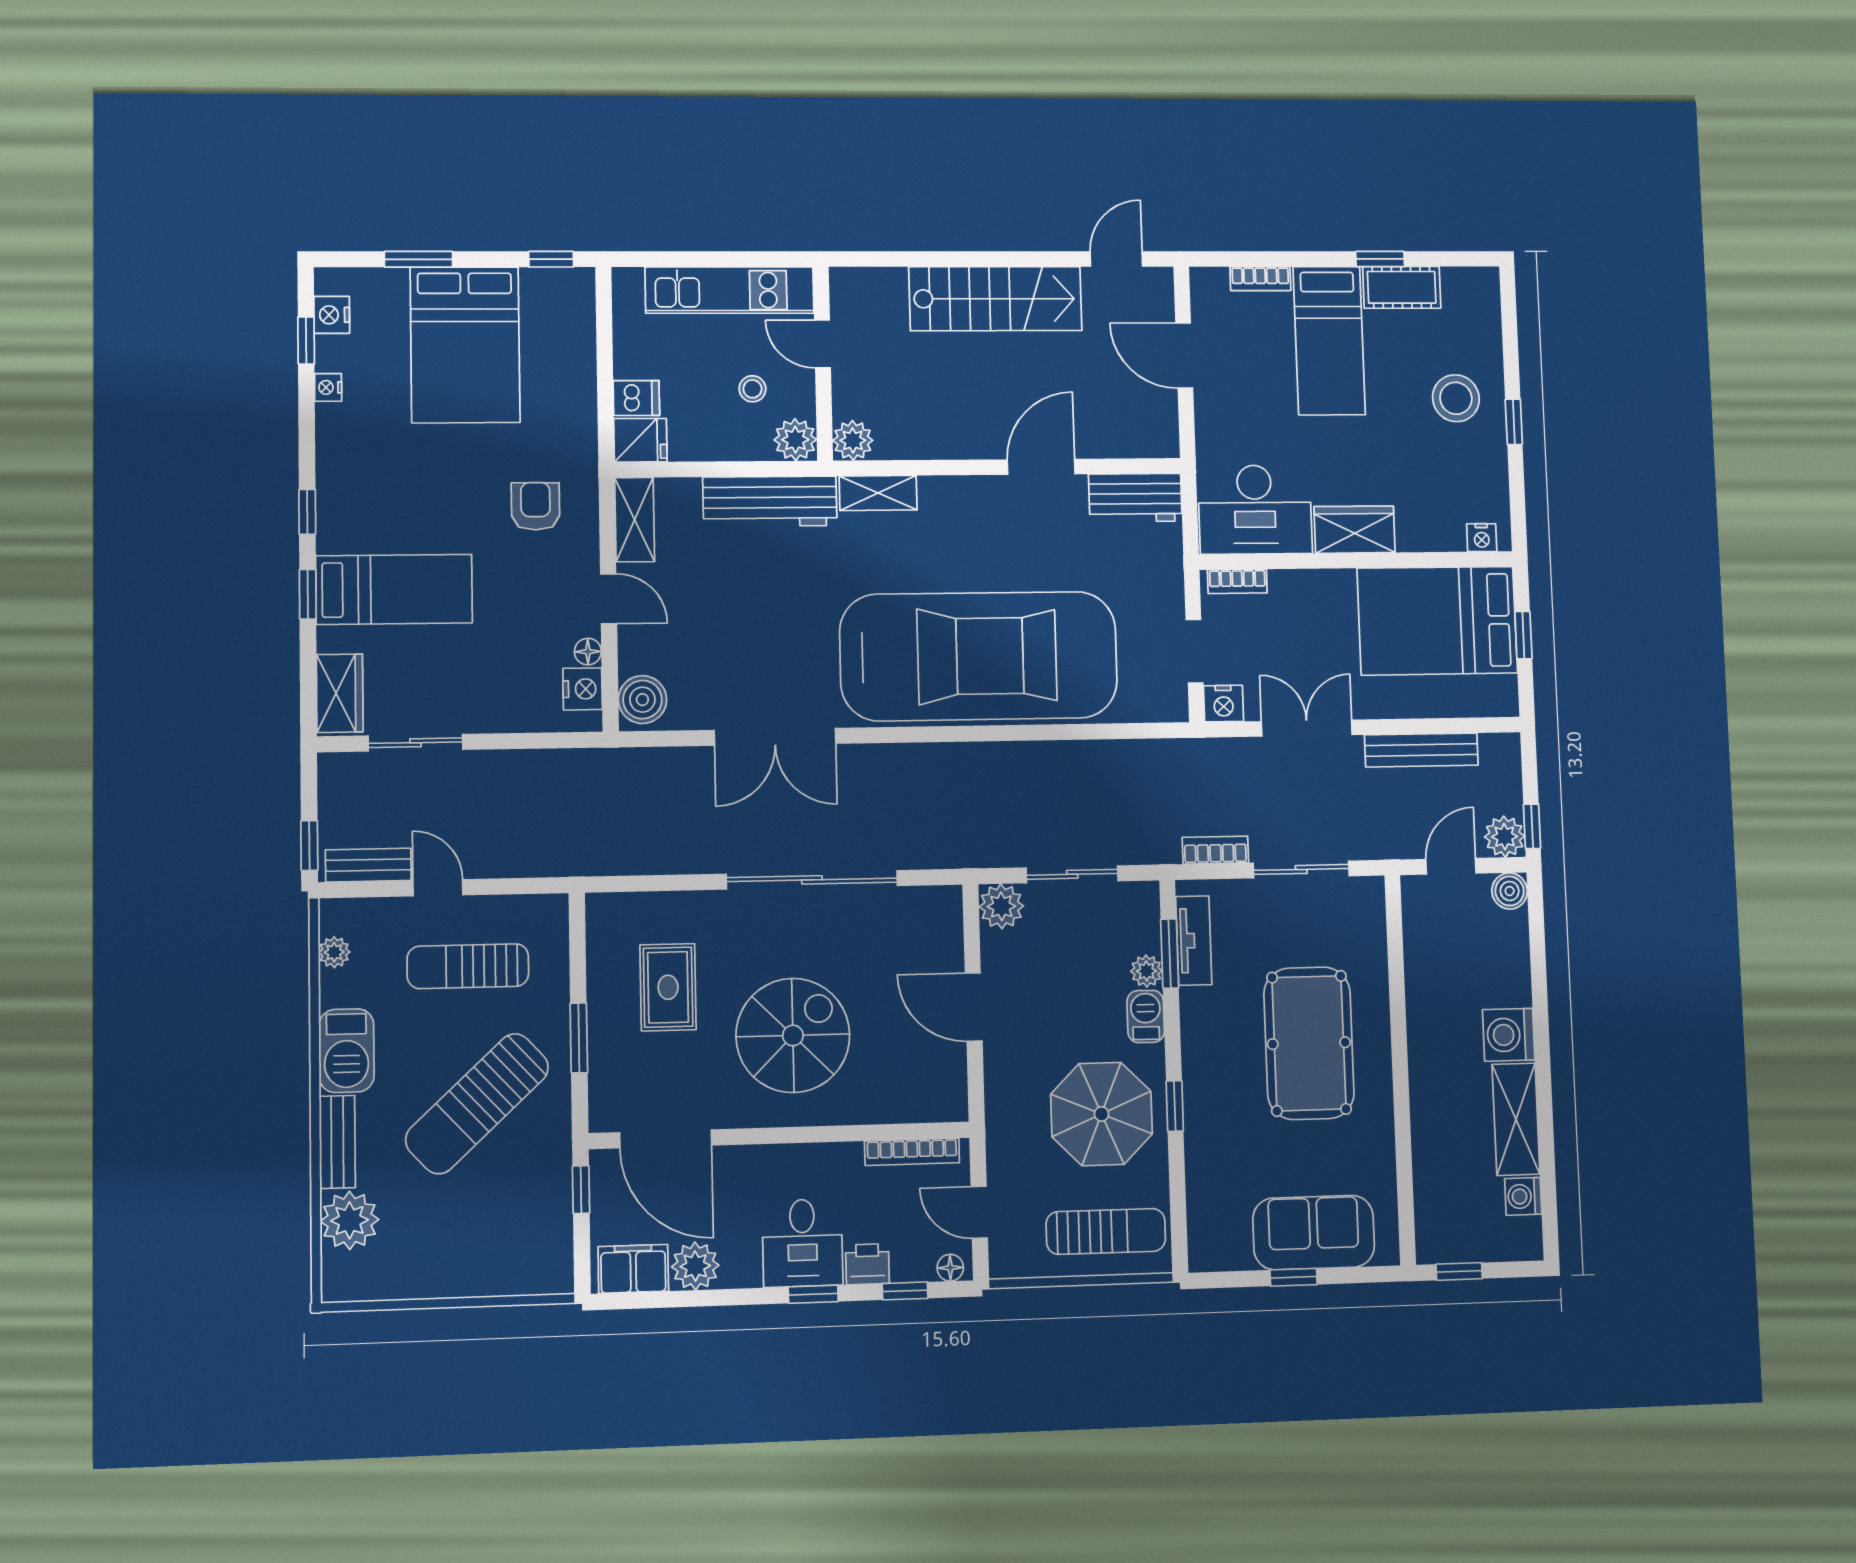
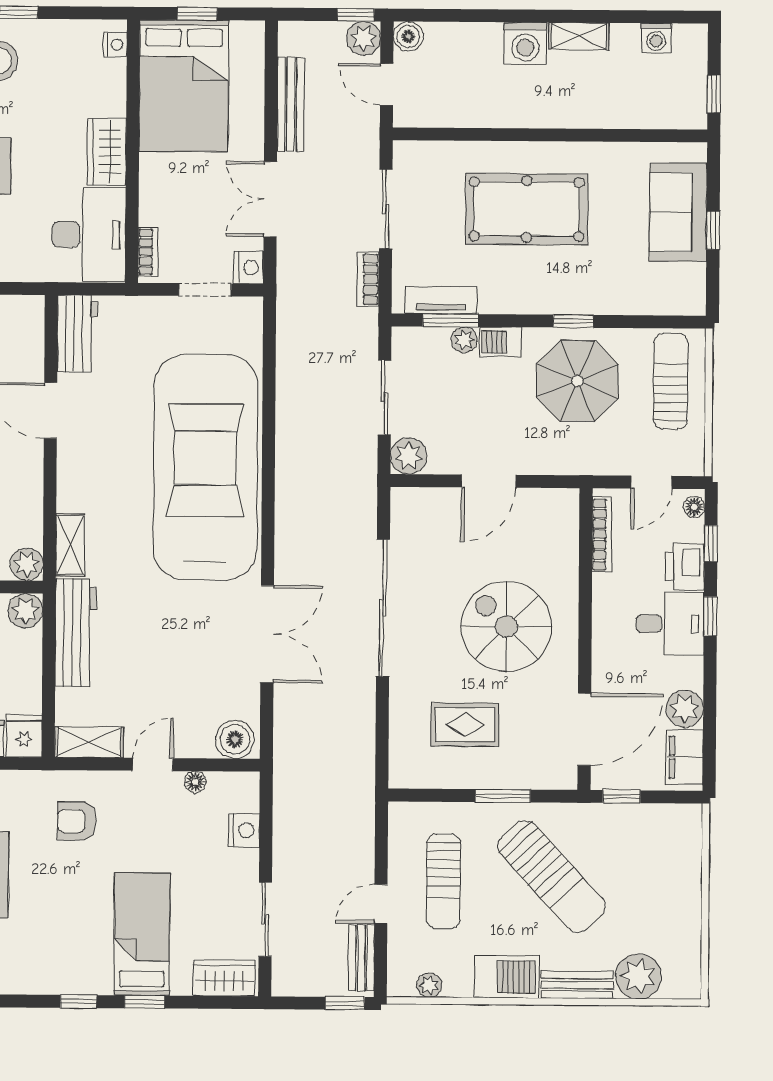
nightstand: (583, 689) -> (244, 830), moved, turned 90
shelving: (1516, 1119) -> (579, 36), width x0.67, depth x0.75
printer: (867, 1264) -> (685, 566), width x1.36, depth x1.24

